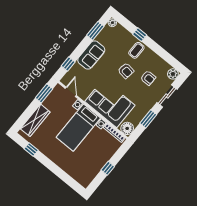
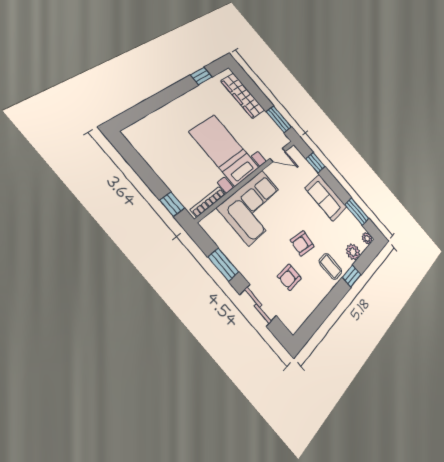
plant: (173, 74) -> (353, 252), moved
floor lamp: (127, 128) -> (212, 225), removed
window: (108, 168) -> (172, 204), moved

